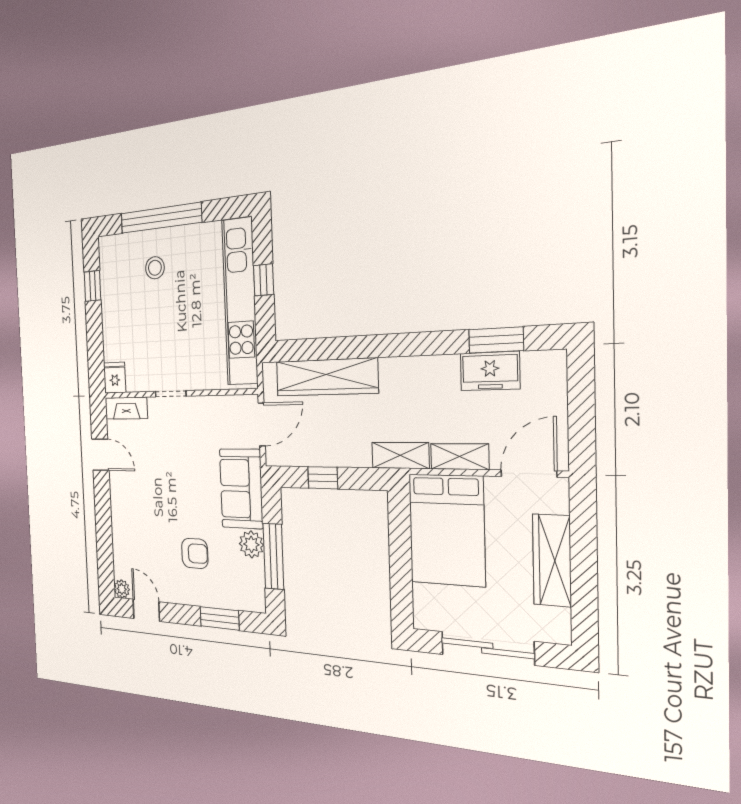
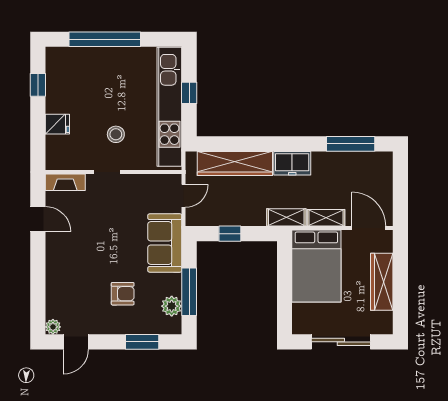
stool: (155, 268) -> (116, 134), moved
window: (496, 340) -> (351, 144), width x1.44
freezer: (490, 371) -> (292, 163), moved
fridge: (115, 378) -> (57, 124), moved, turned 90
door: (262, 424) -> (184, 196), width x0.73
door: (529, 474) -> (369, 228), hinge flipped
plant: (251, 544) -> (172, 306), moved
door: (146, 610) -> (76, 342), swing flipped

